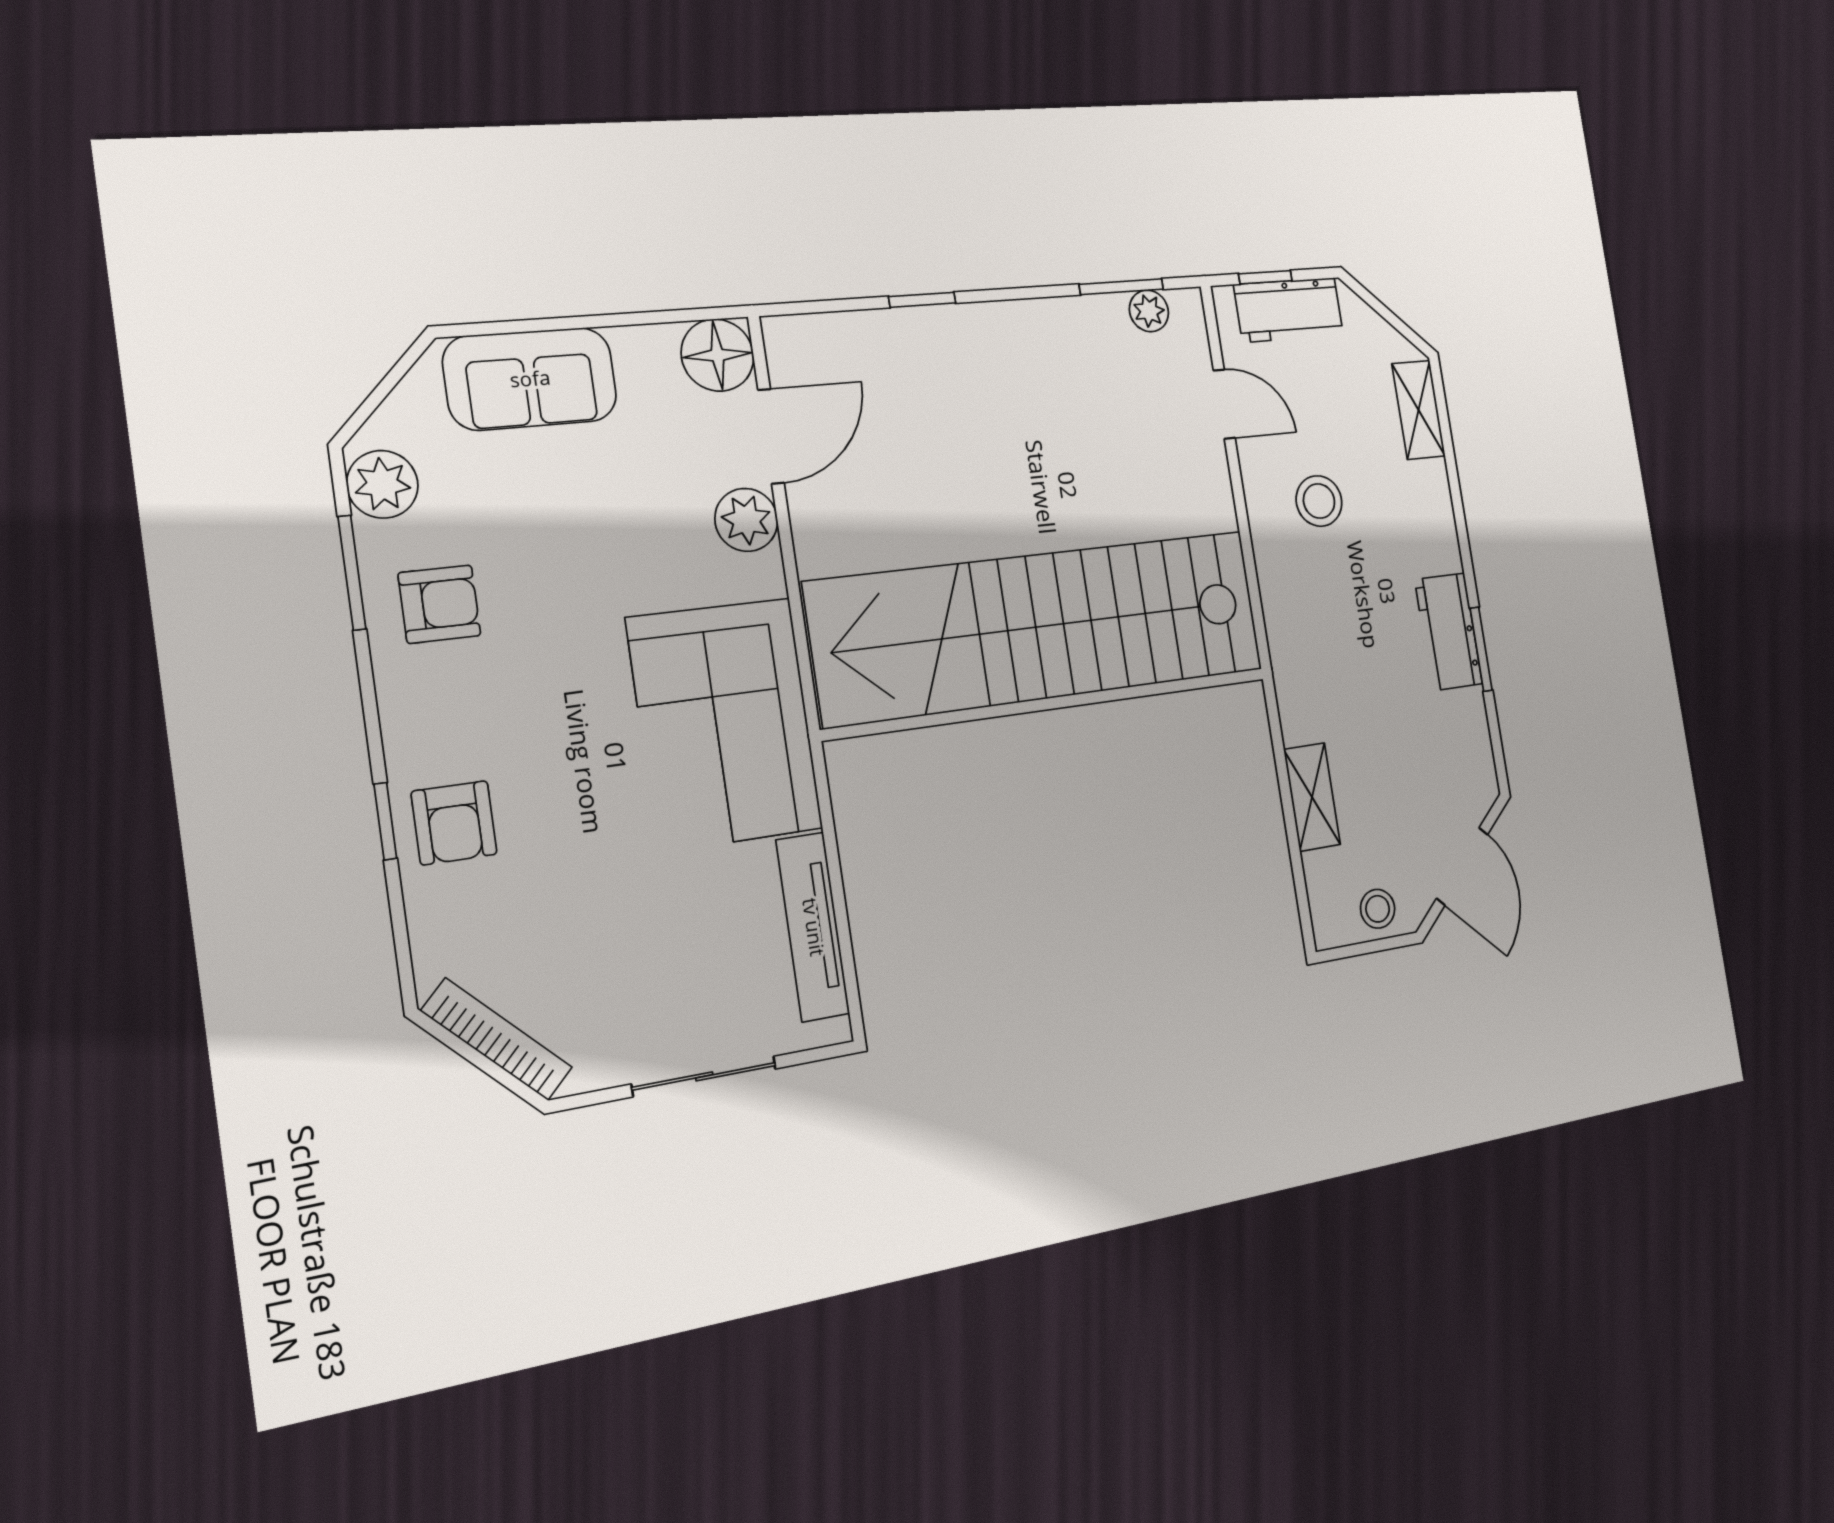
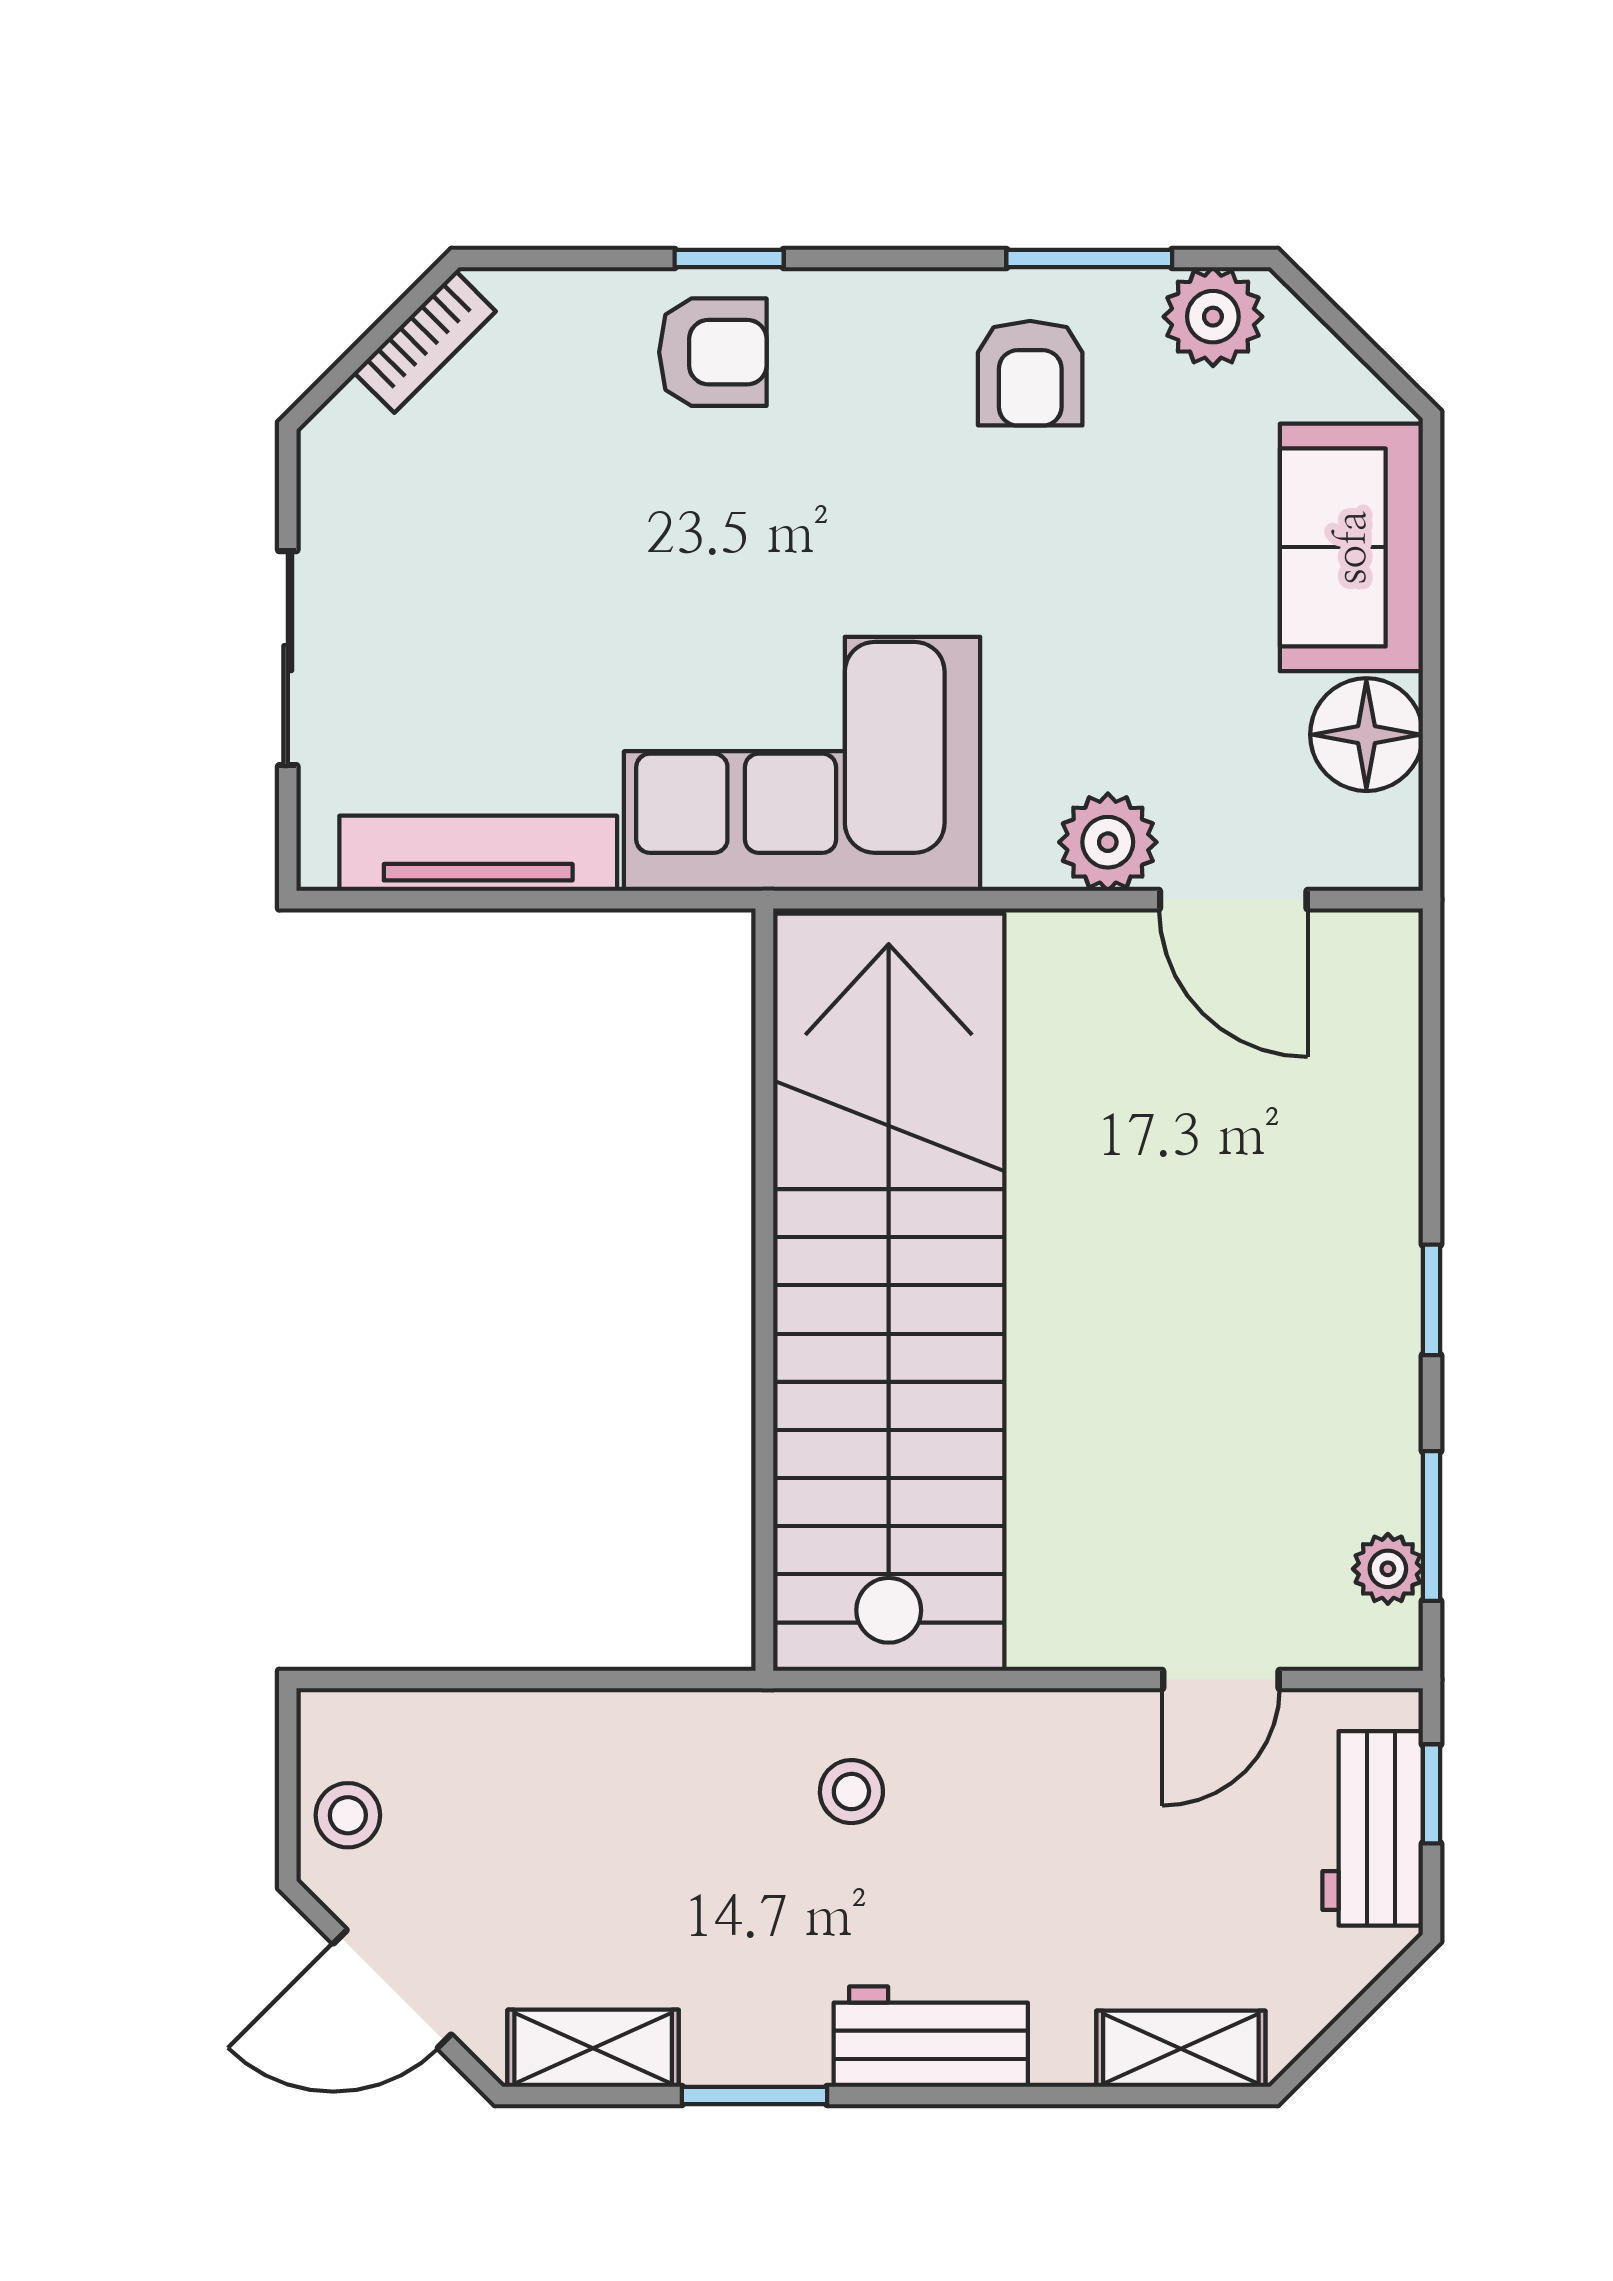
window: (922, 300) -> (1432, 1300), moved
floor lamp: (718, 355) -> (1366, 735), moved
stool: (1319, 501) -> (851, 1792), moved, width x0.73, depth x0.73
workbench: (1449, 632) -> (931, 2037), moved
shelving: (1312, 797) -> (593, 2048), moved
armchair: (454, 823) -> (713, 352), turned 180
bookcase: (497, 1039) -> (425, 342), width x0.64

